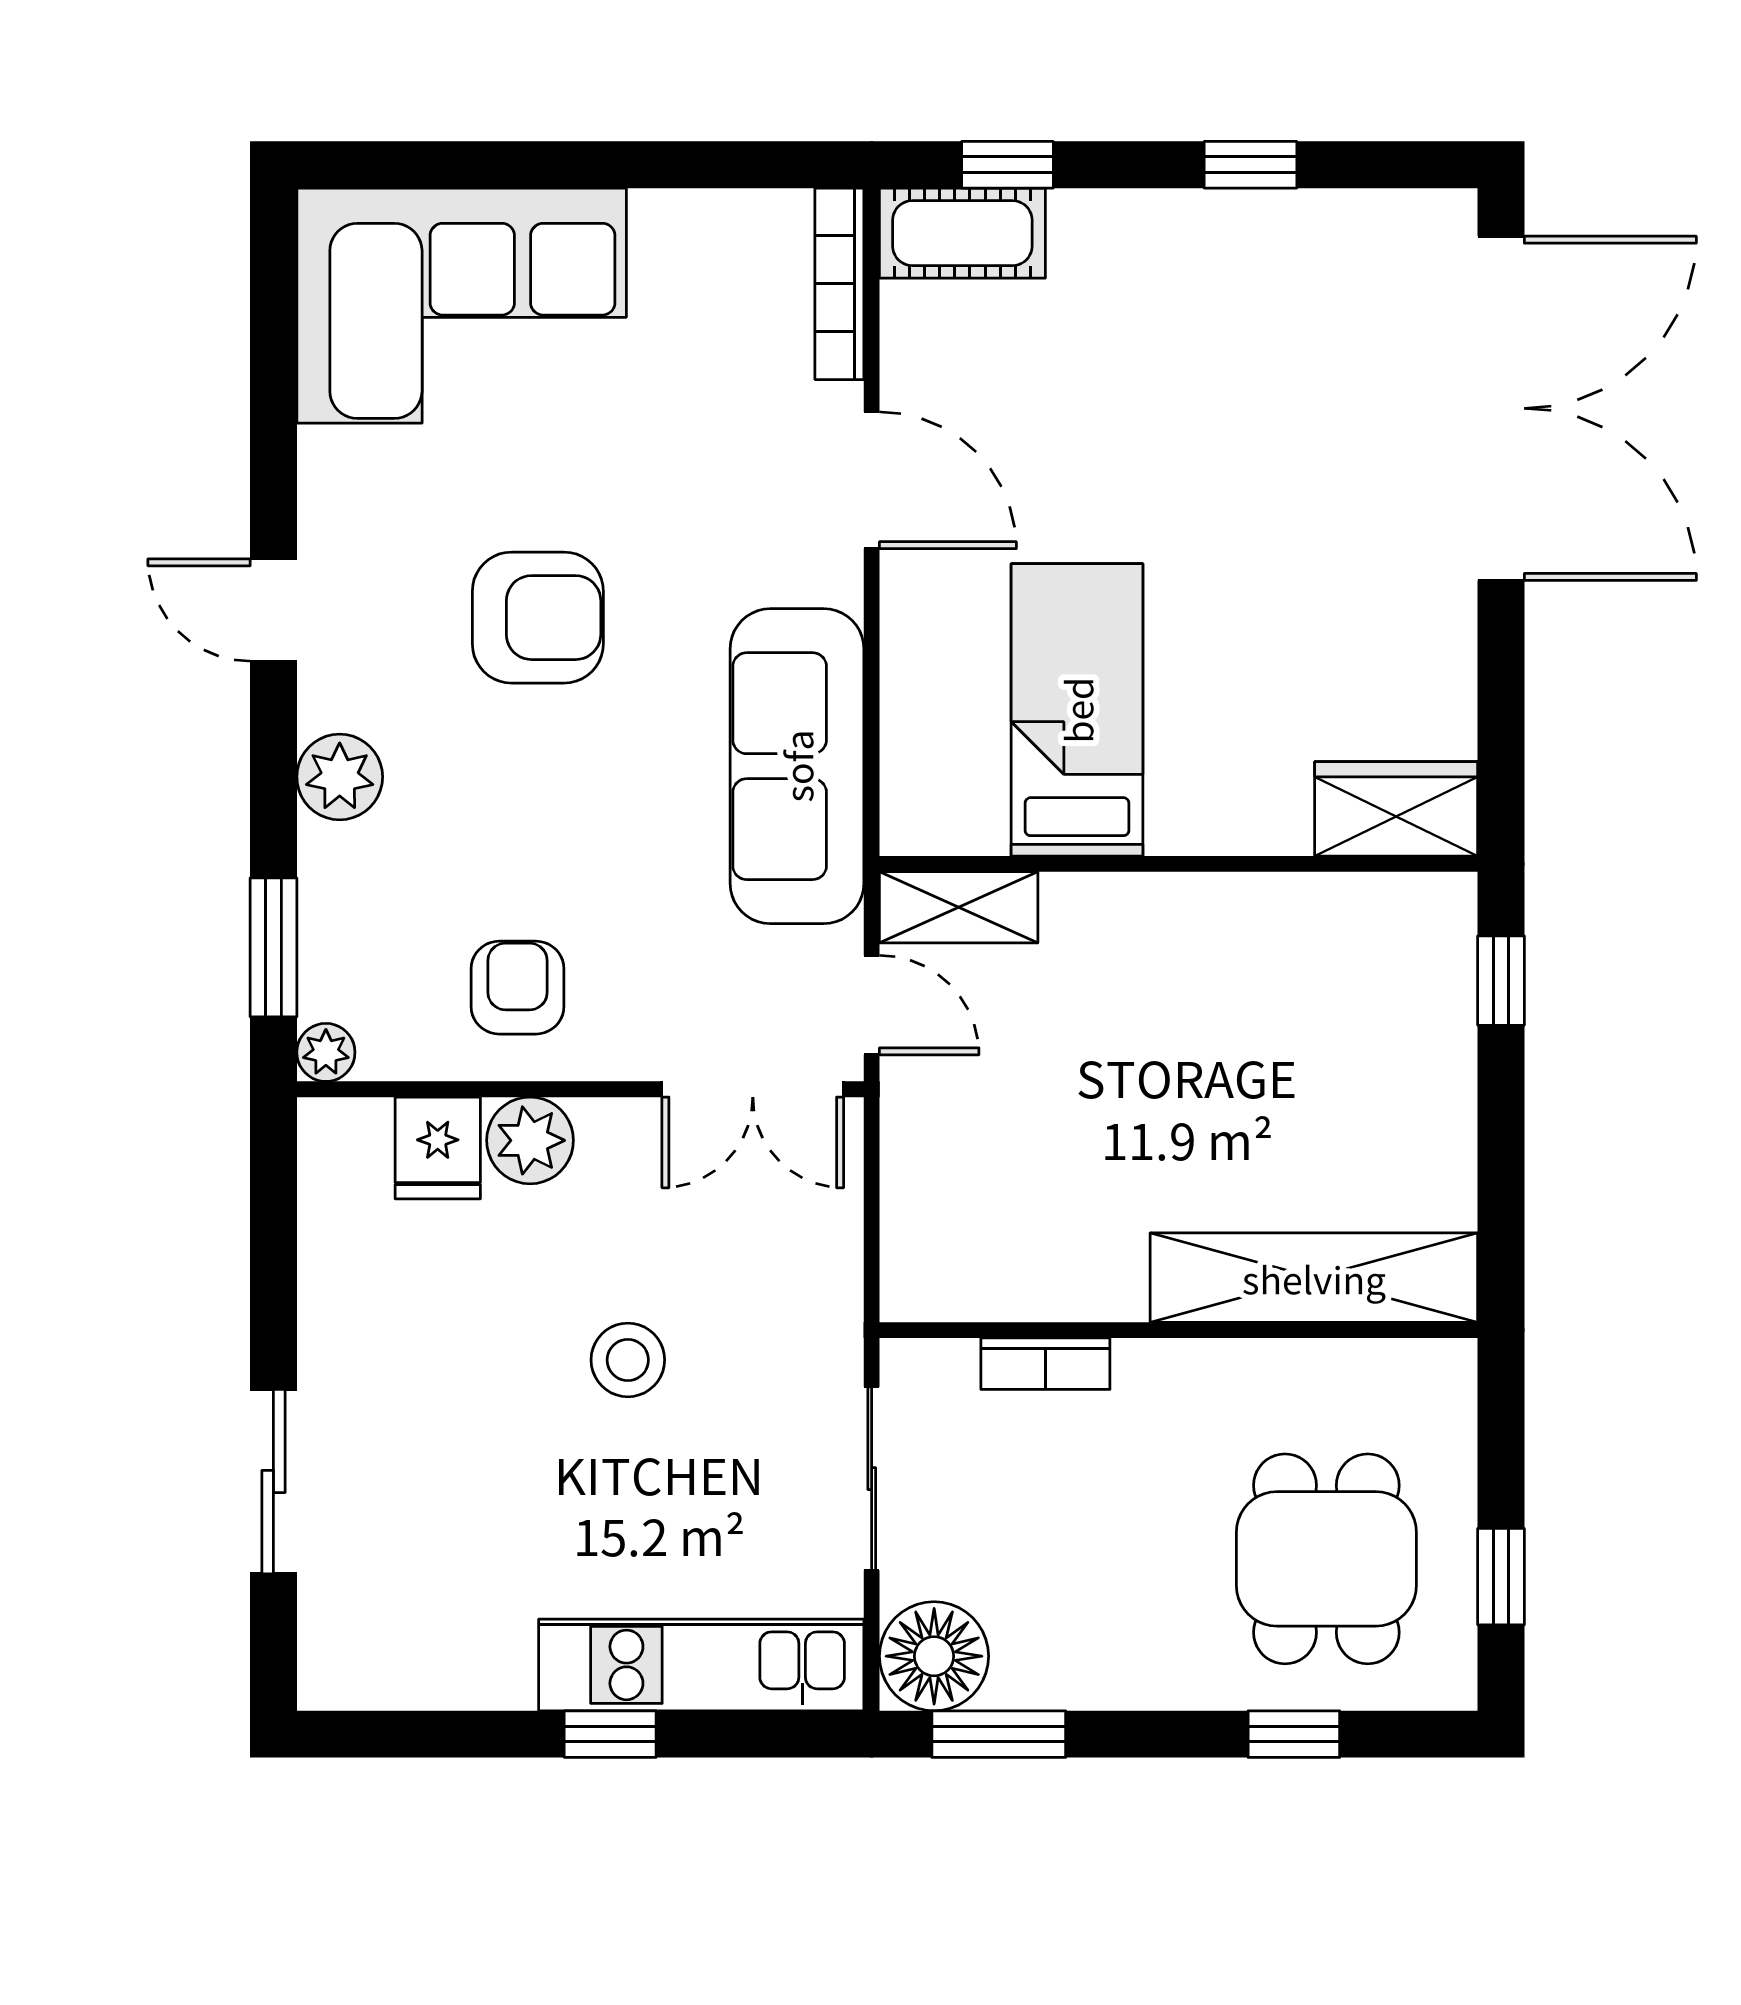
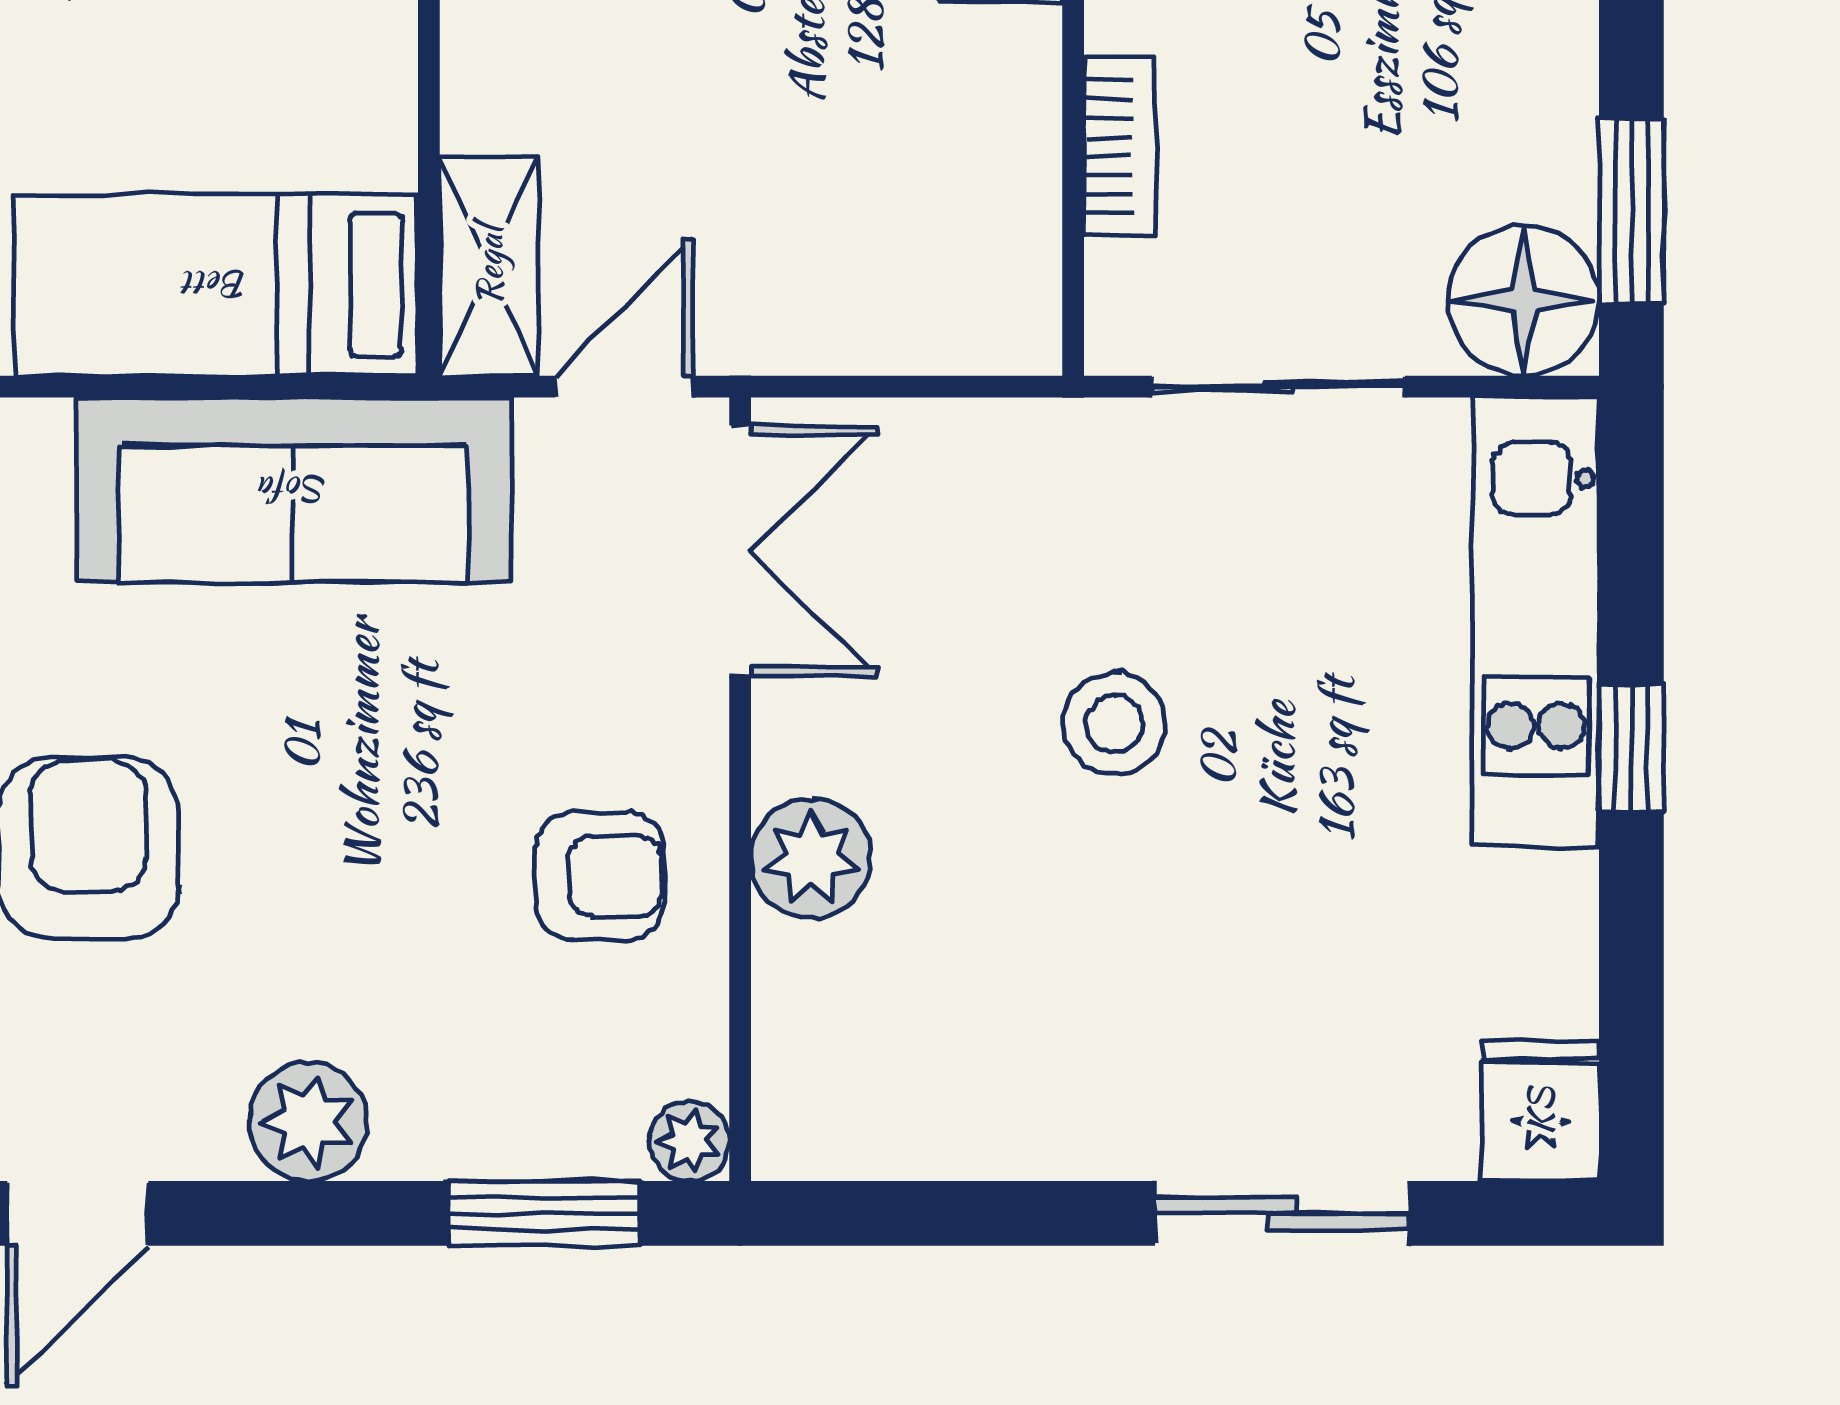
bed: (1077, 710) -> (216, 285), moved
armchair: (518, 988) -> (600, 876), turned 180
fridge: (438, 1148) -> (1540, 1111), moved, turned -90

